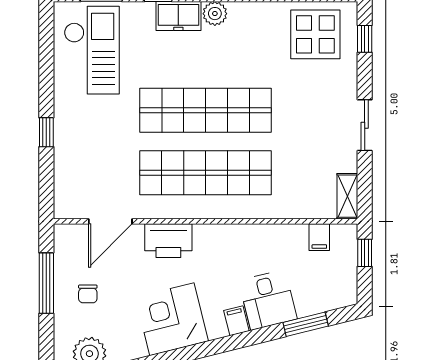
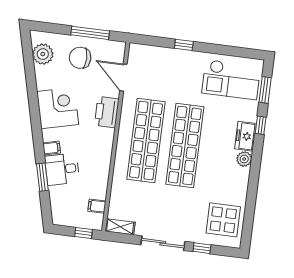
window: (365, 39) -> (202, 248), moved
sliding door: (365, 125) -> (163, 243), width x1.37
chair: (88, 294) -> (80, 58), width x1.87, depth x1.87
window: (306, 324) -> (42, 177), moved

